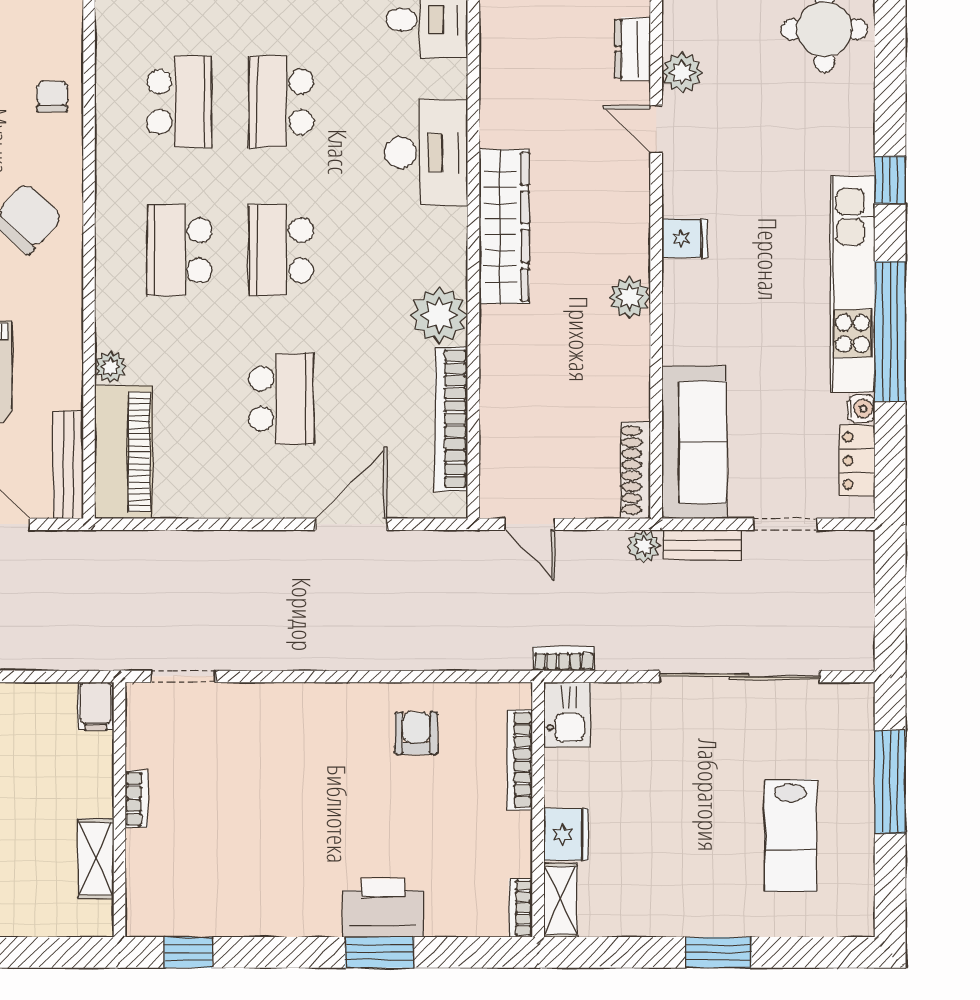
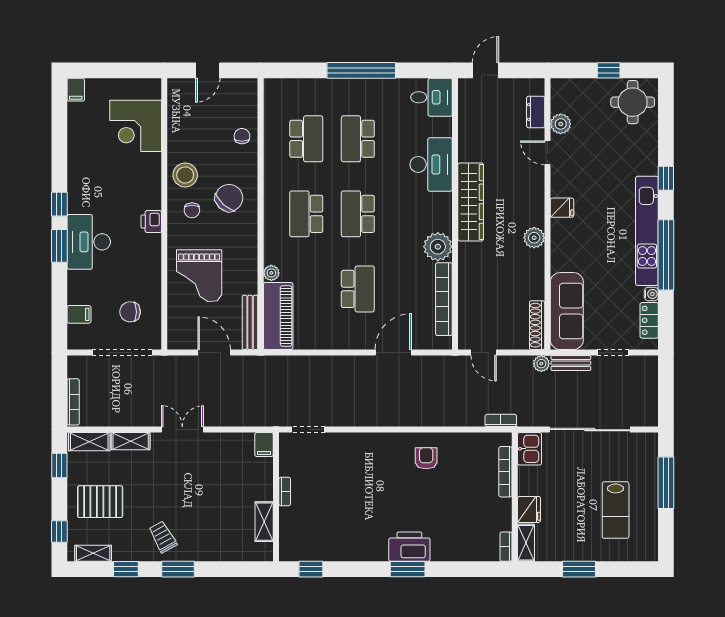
kitchen sink: (567, 715) -> (530, 449), moved
bookcase: (520, 760) -> (505, 472), moved
wall: (538, 810) -> (515, 497), moved
fridge: (566, 834) -> (529, 509), moved
shelving: (560, 900) -> (526, 543), moved
bookcase: (521, 908) -> (506, 547), moved

